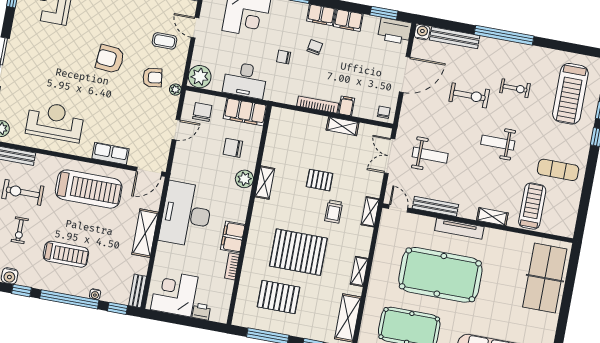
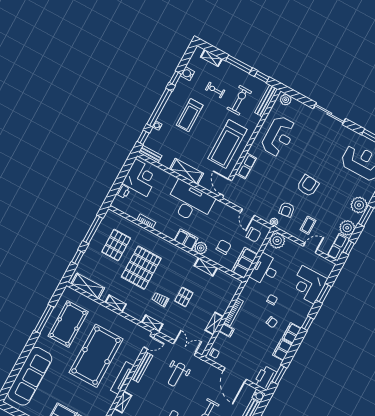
shelving: (265, 183) -> (206, 267), moved
filing cabinet: (233, 237) -> (186, 239), moved

